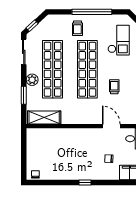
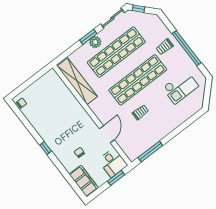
window: (24, 95) -> (88, 37), moved
shelving: (44, 117) -> (77, 81), width x1.47

